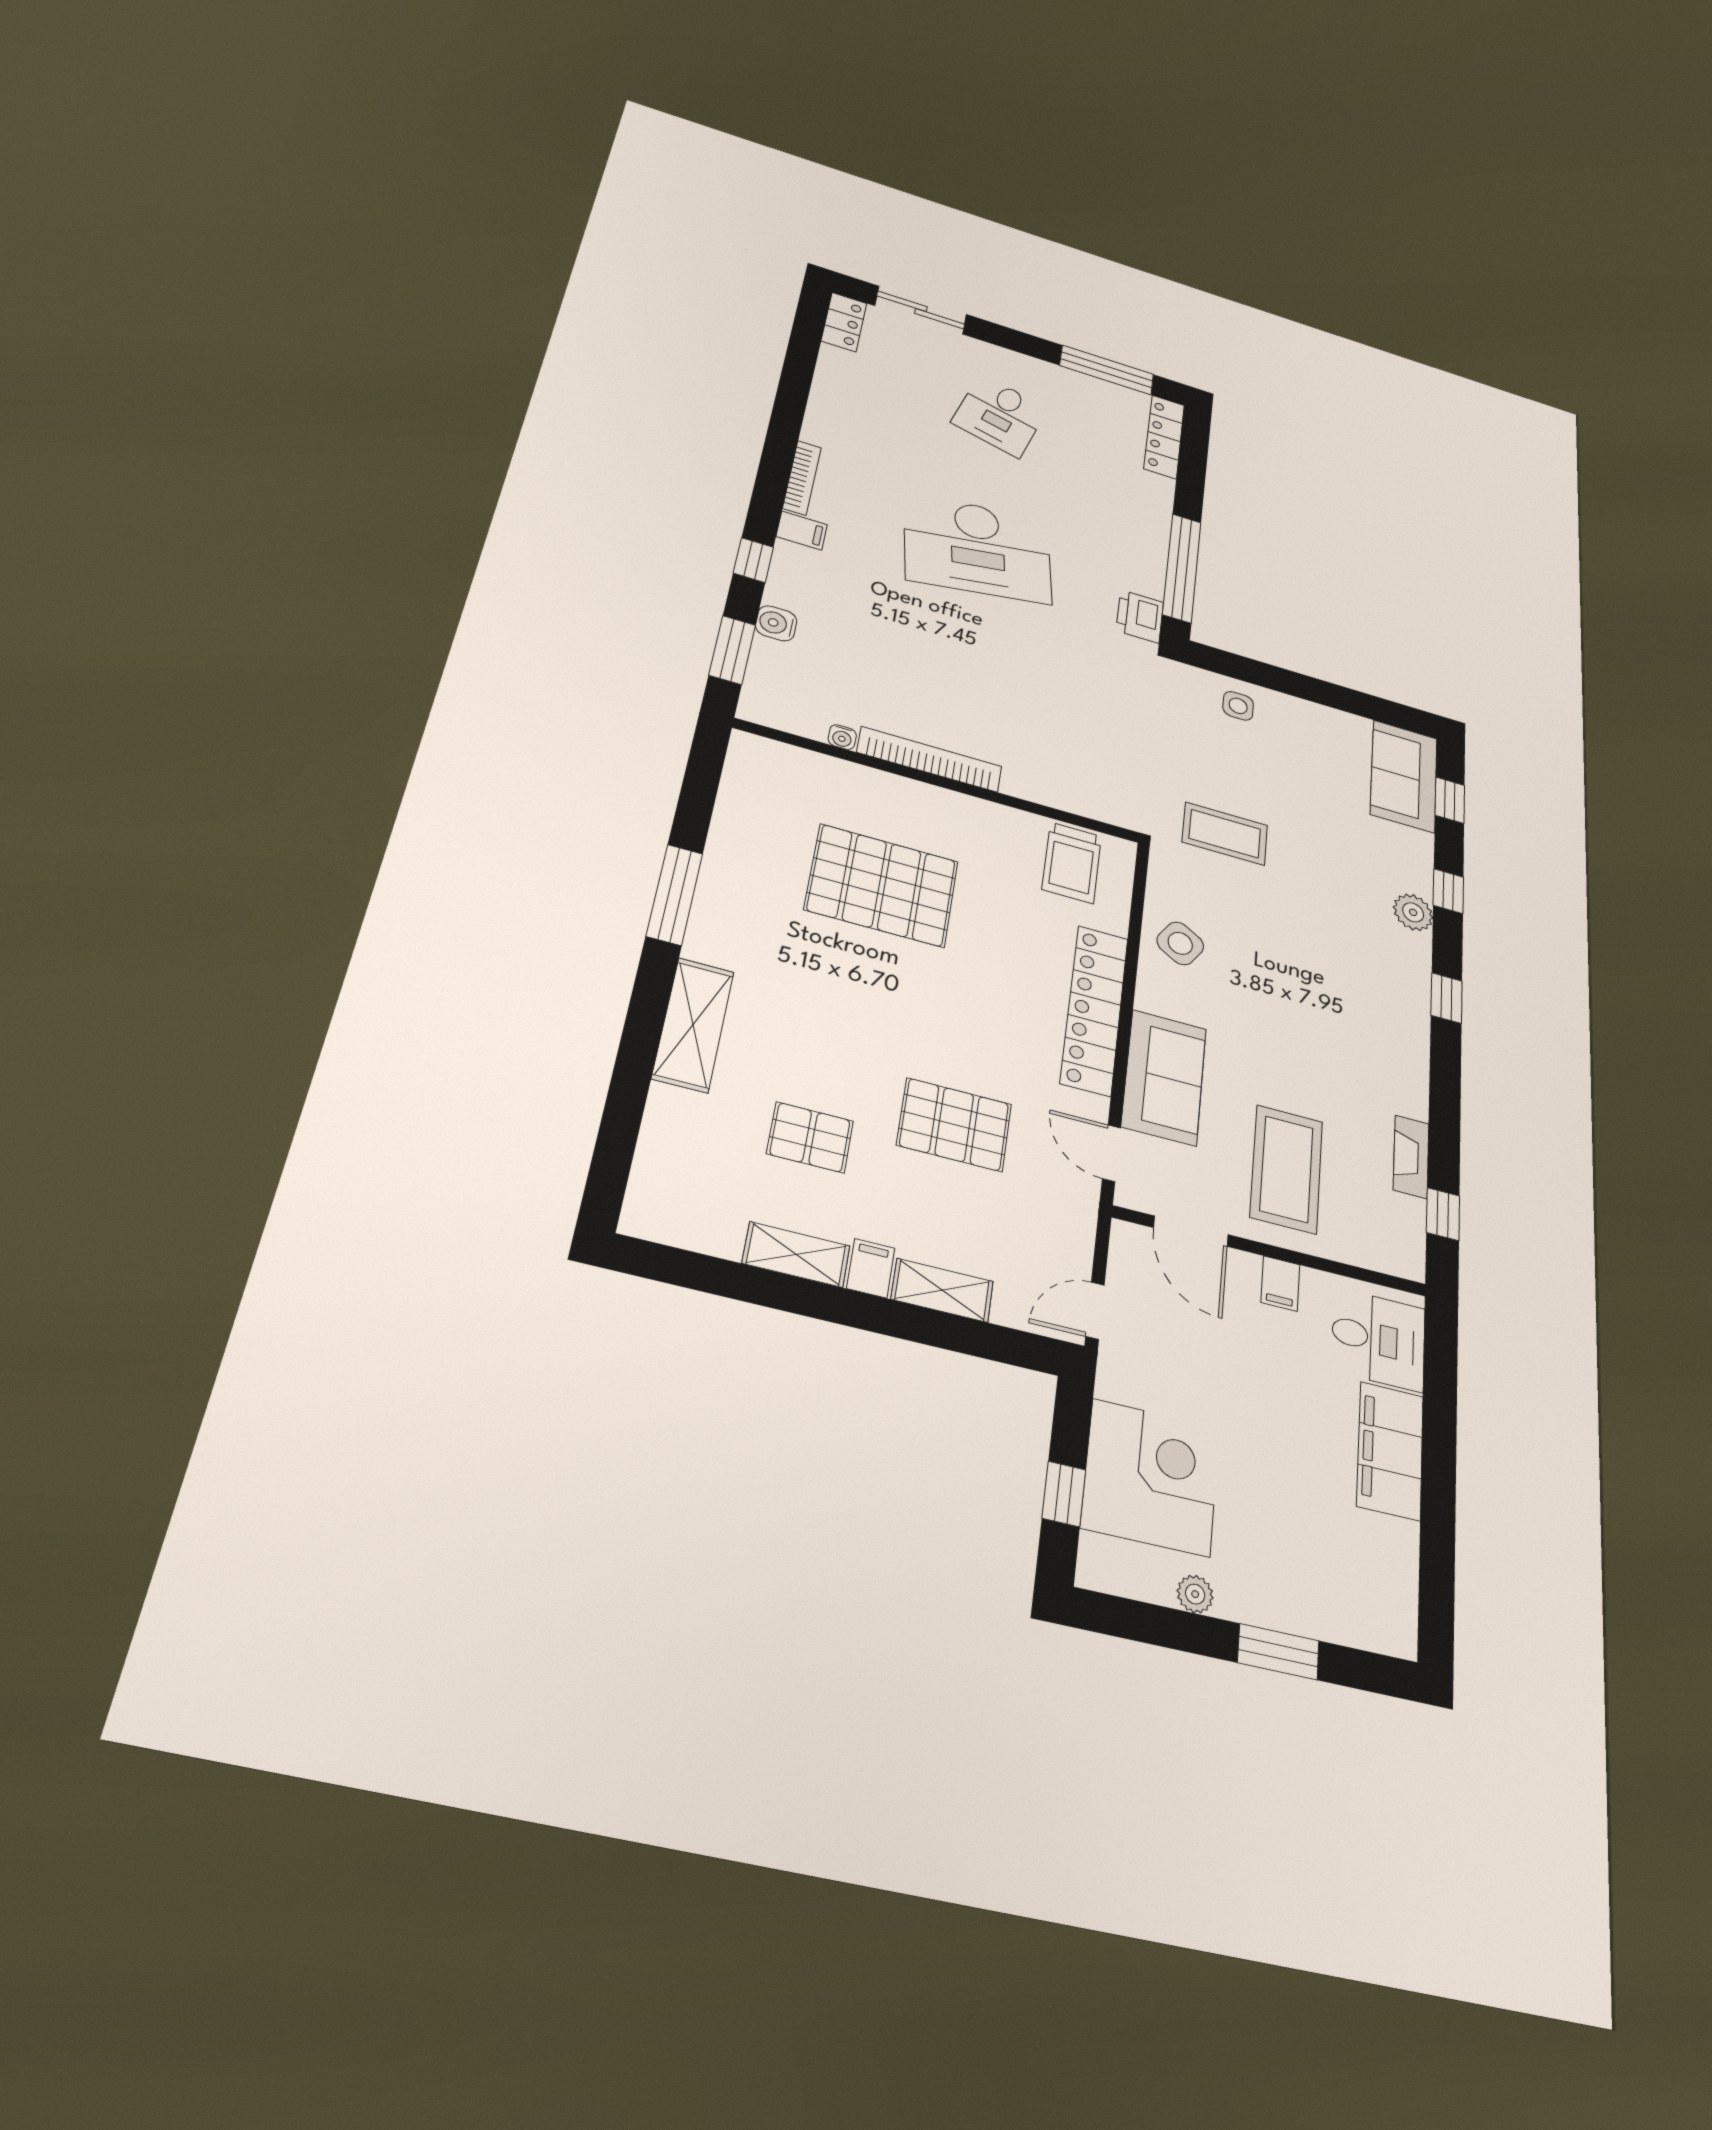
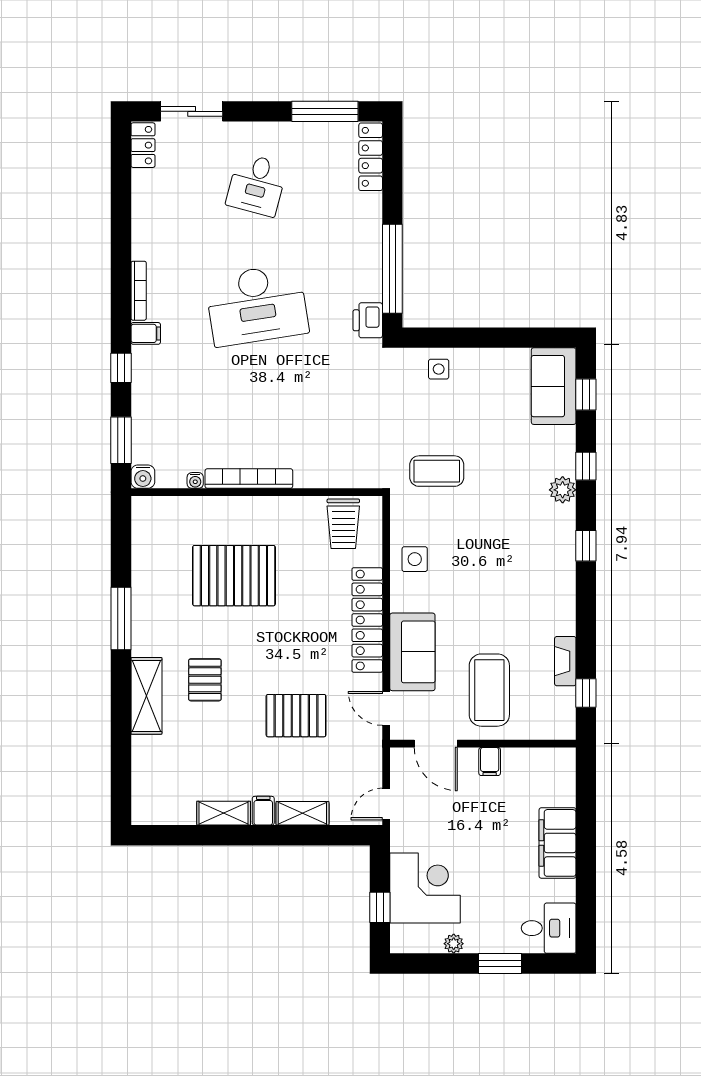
water cooler: (776, 623) -> (143, 477), moved, turned -90
side table: (1180, 943) -> (415, 559), turned -32
pallet: (810, 1137) -> (205, 680), moved, turned 90
desk: (1378, 1340) -> (549, 928), moved

